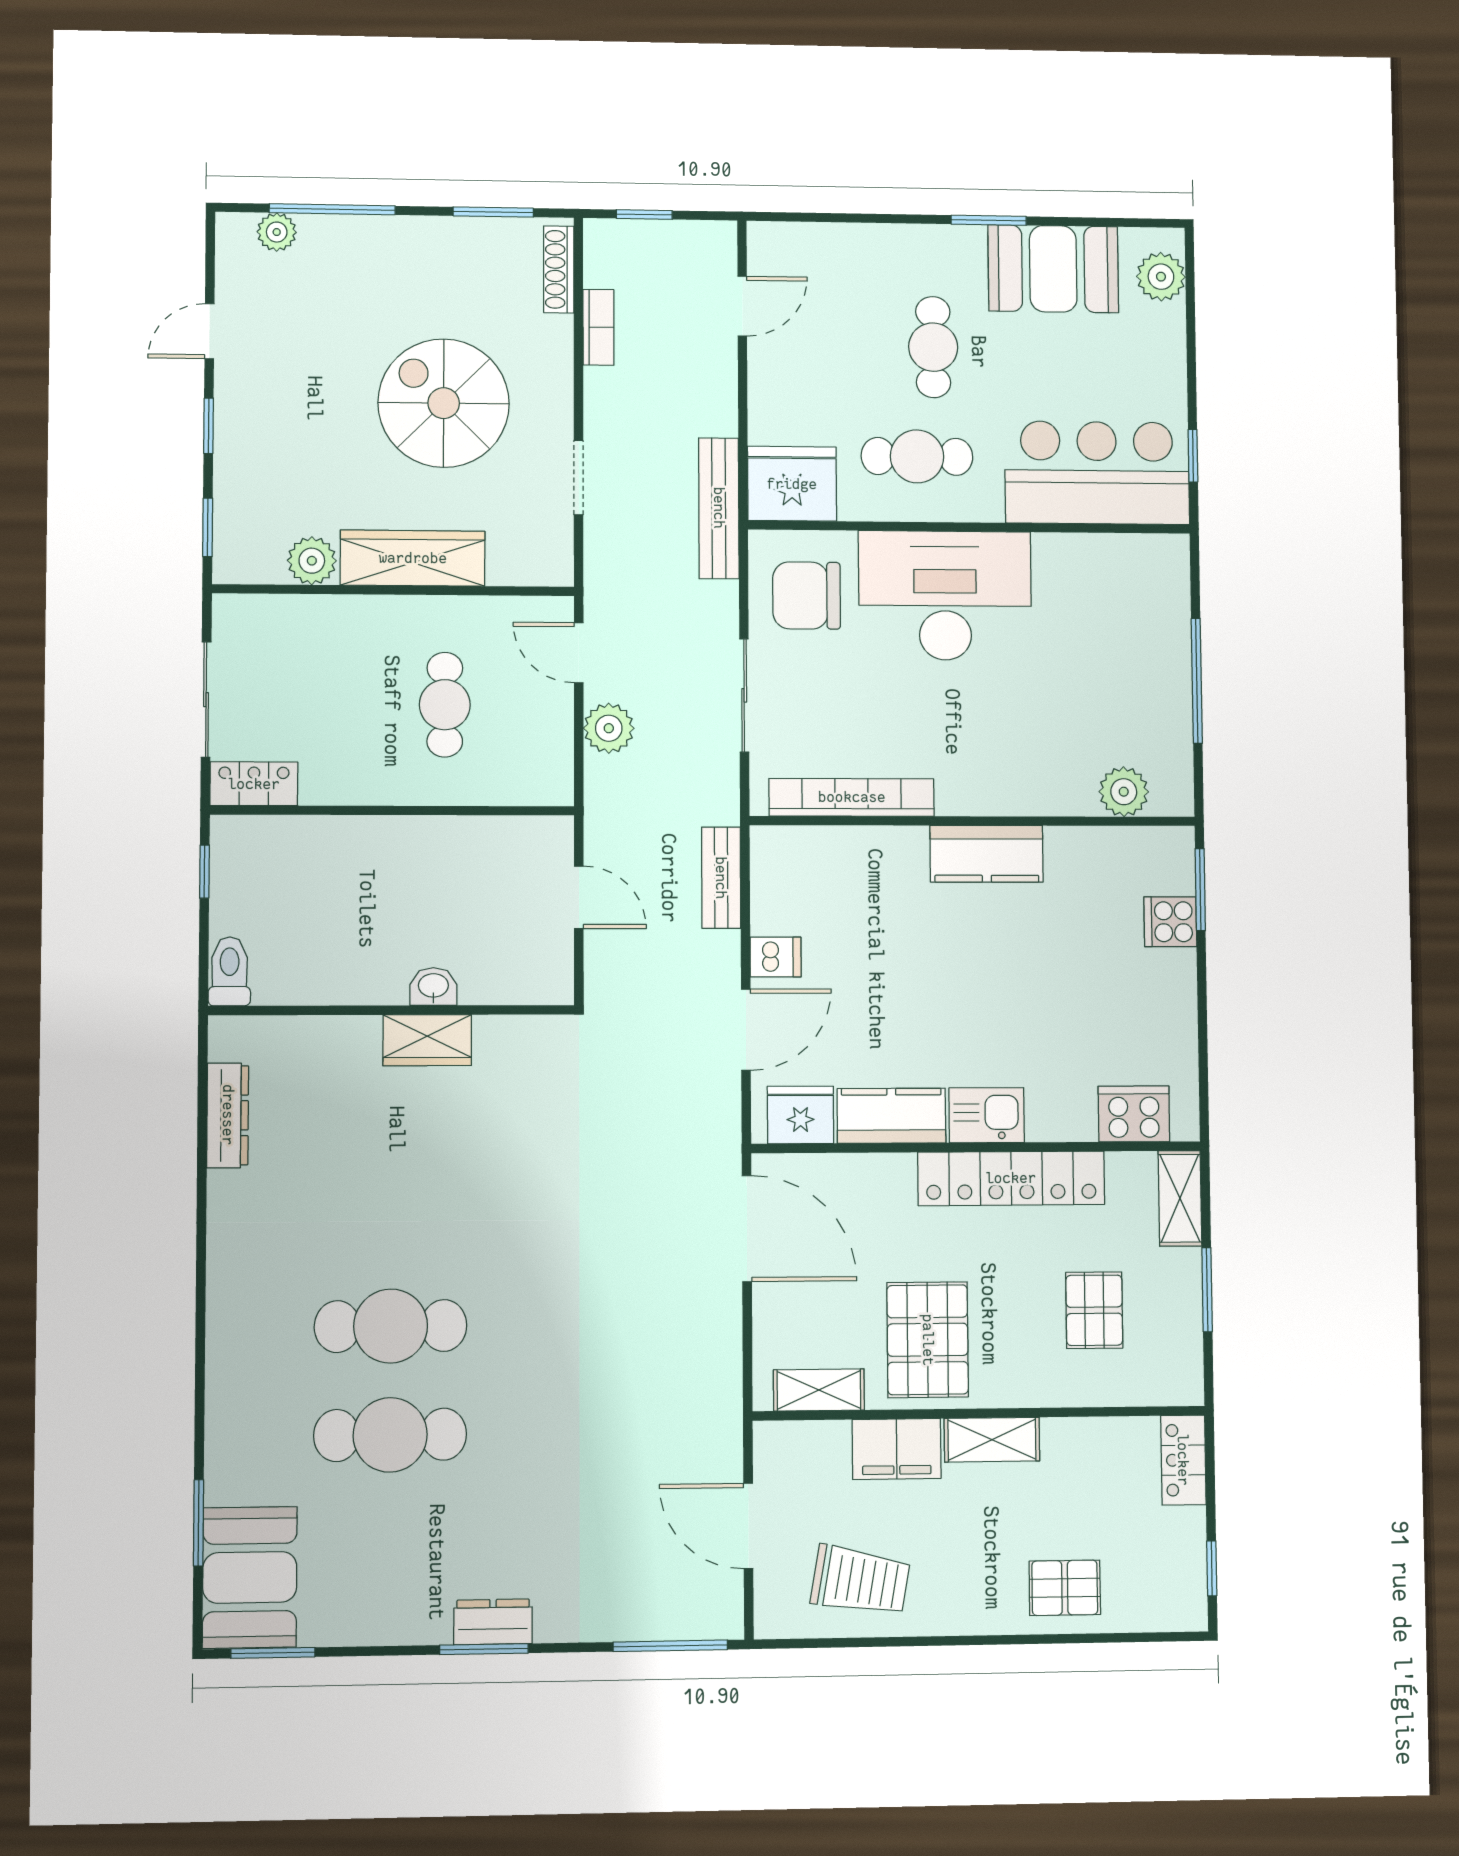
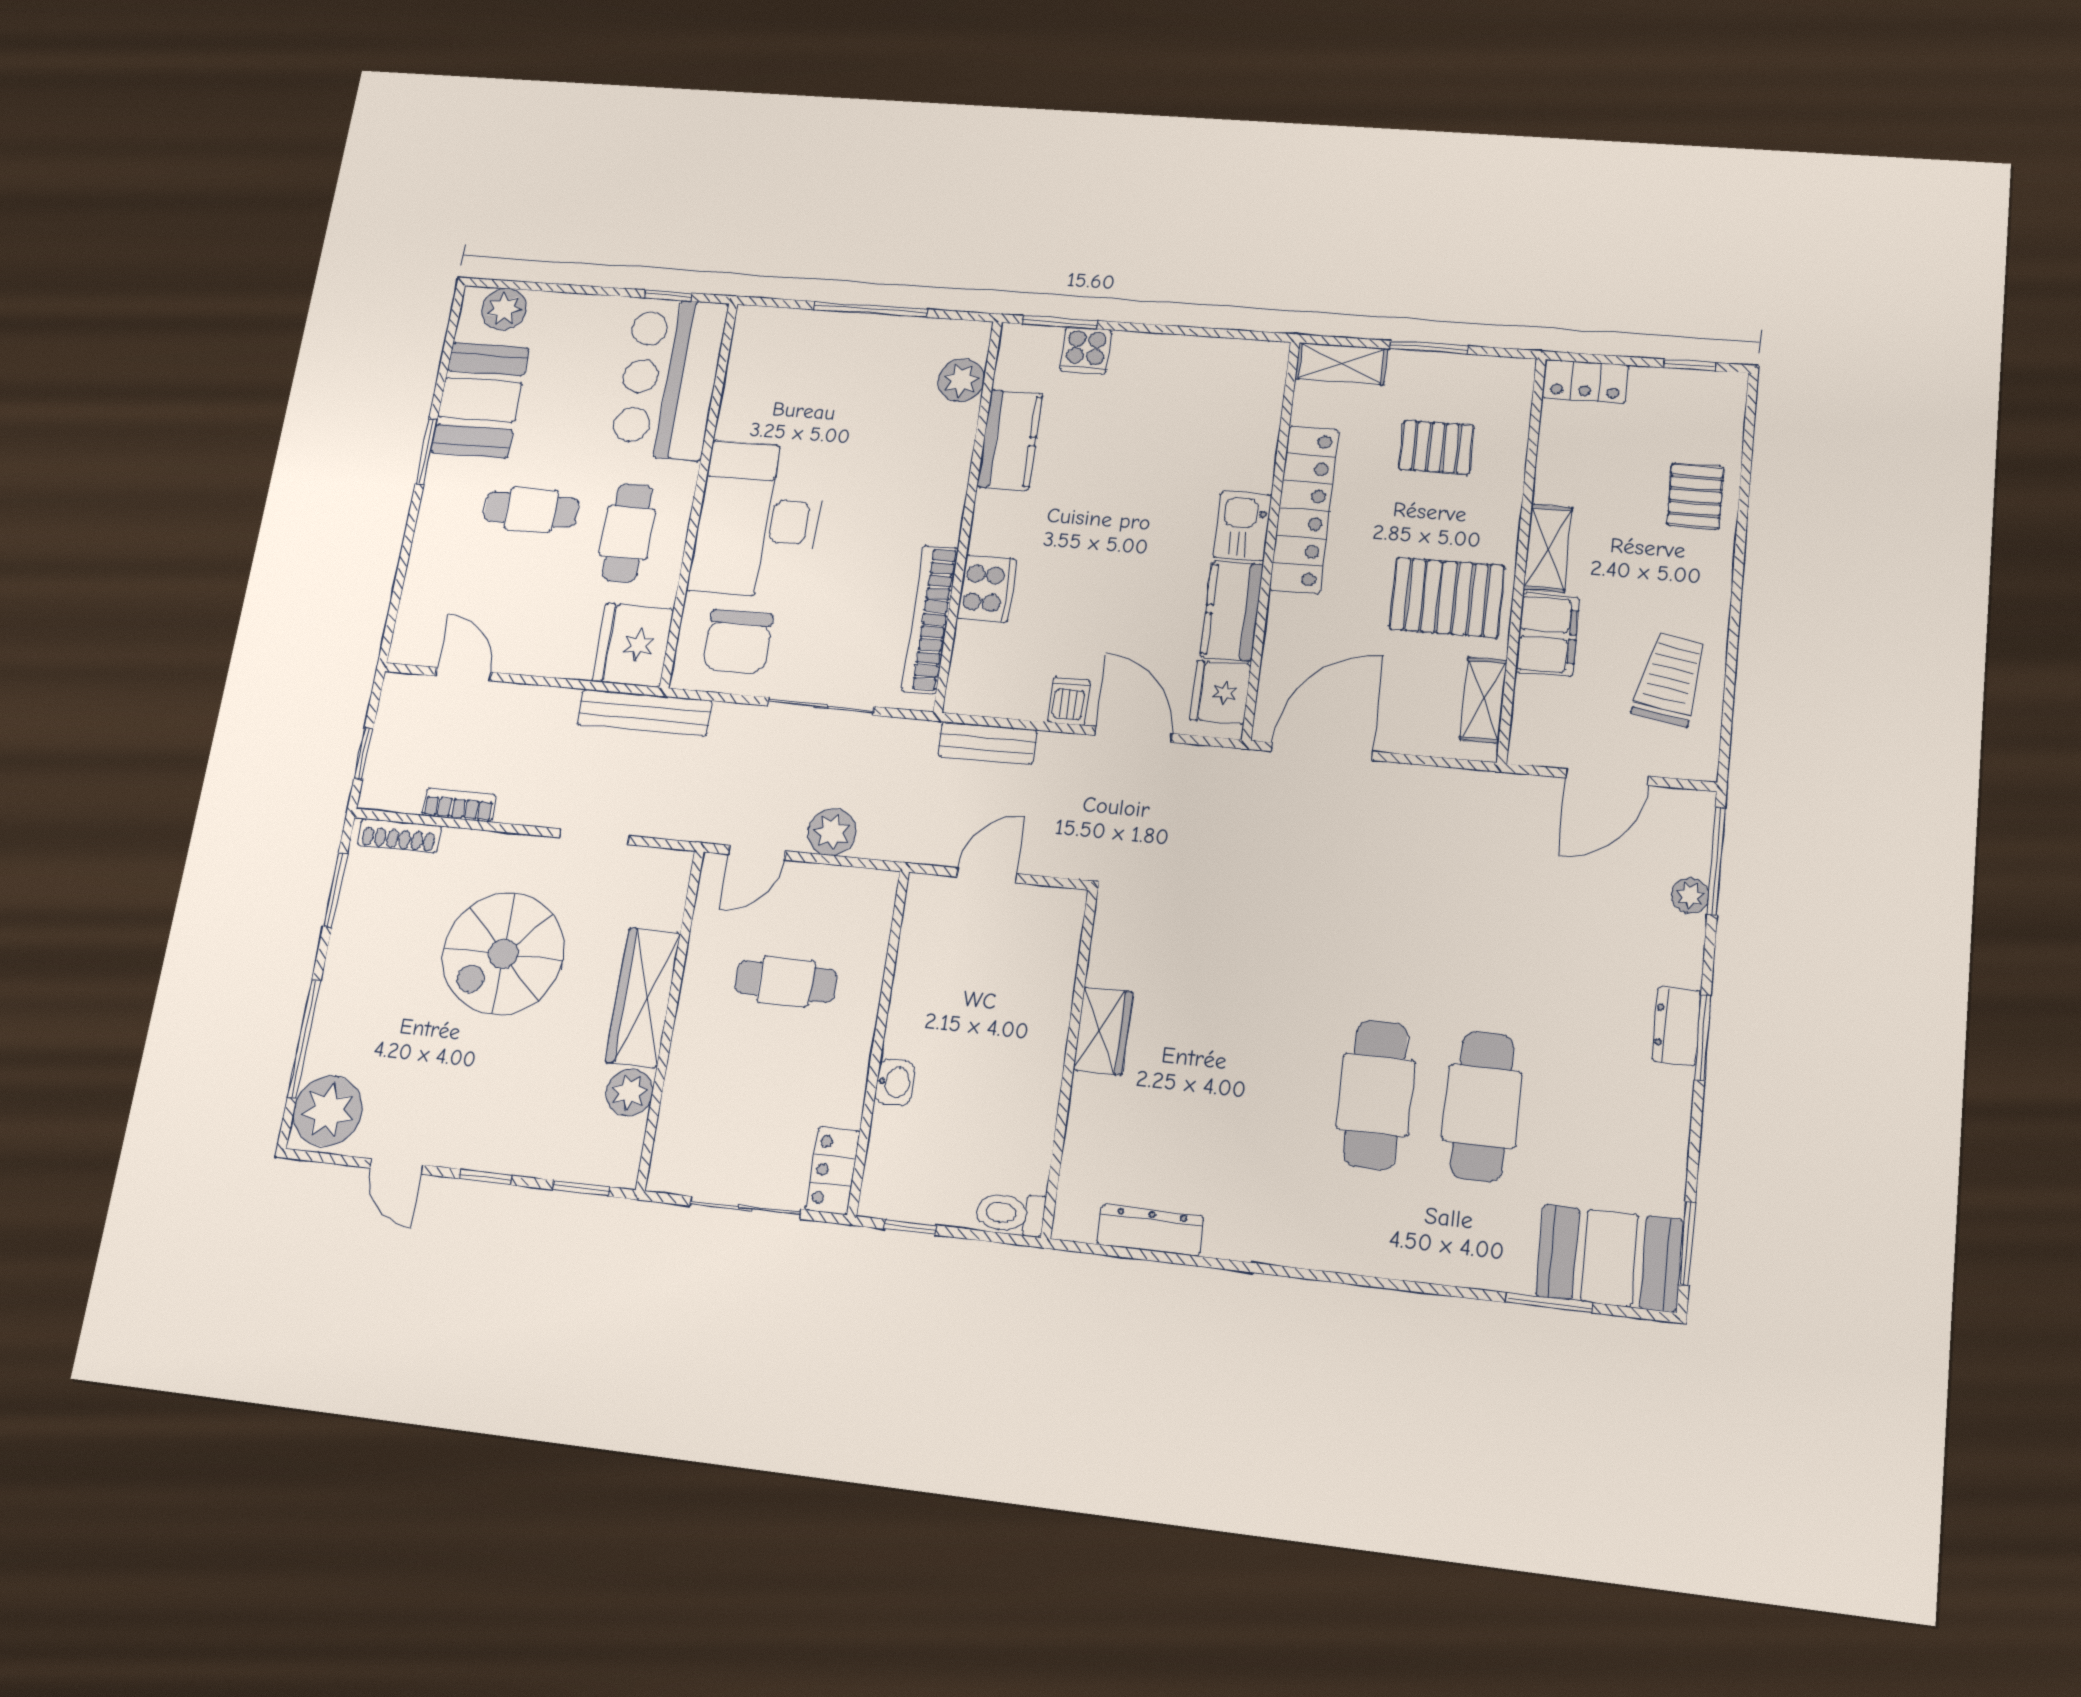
plant: (277, 232) -> (328, 1111), width x1.87, depth x1.87
kitchen counter: (987, 854) -> (1010, 440), moved
washbasin: (433, 987) -> (895, 1082), moved, turned 180
cooker: (1134, 1114) -> (987, 589), moved, turned 180
plant: (631, 1623) -> (1690, 896), added

